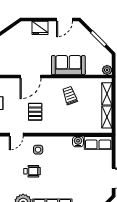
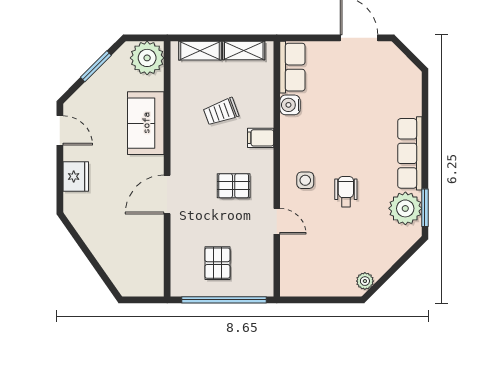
plant: (107, 70) -> (147, 58), width x1.87, depth x1.87
door: (31, 76) -> (167, 194), swing flipped
trolley: (70, 95) -> (221, 112), moved
filing cabinet: (61, 126) -> (261, 138), added

